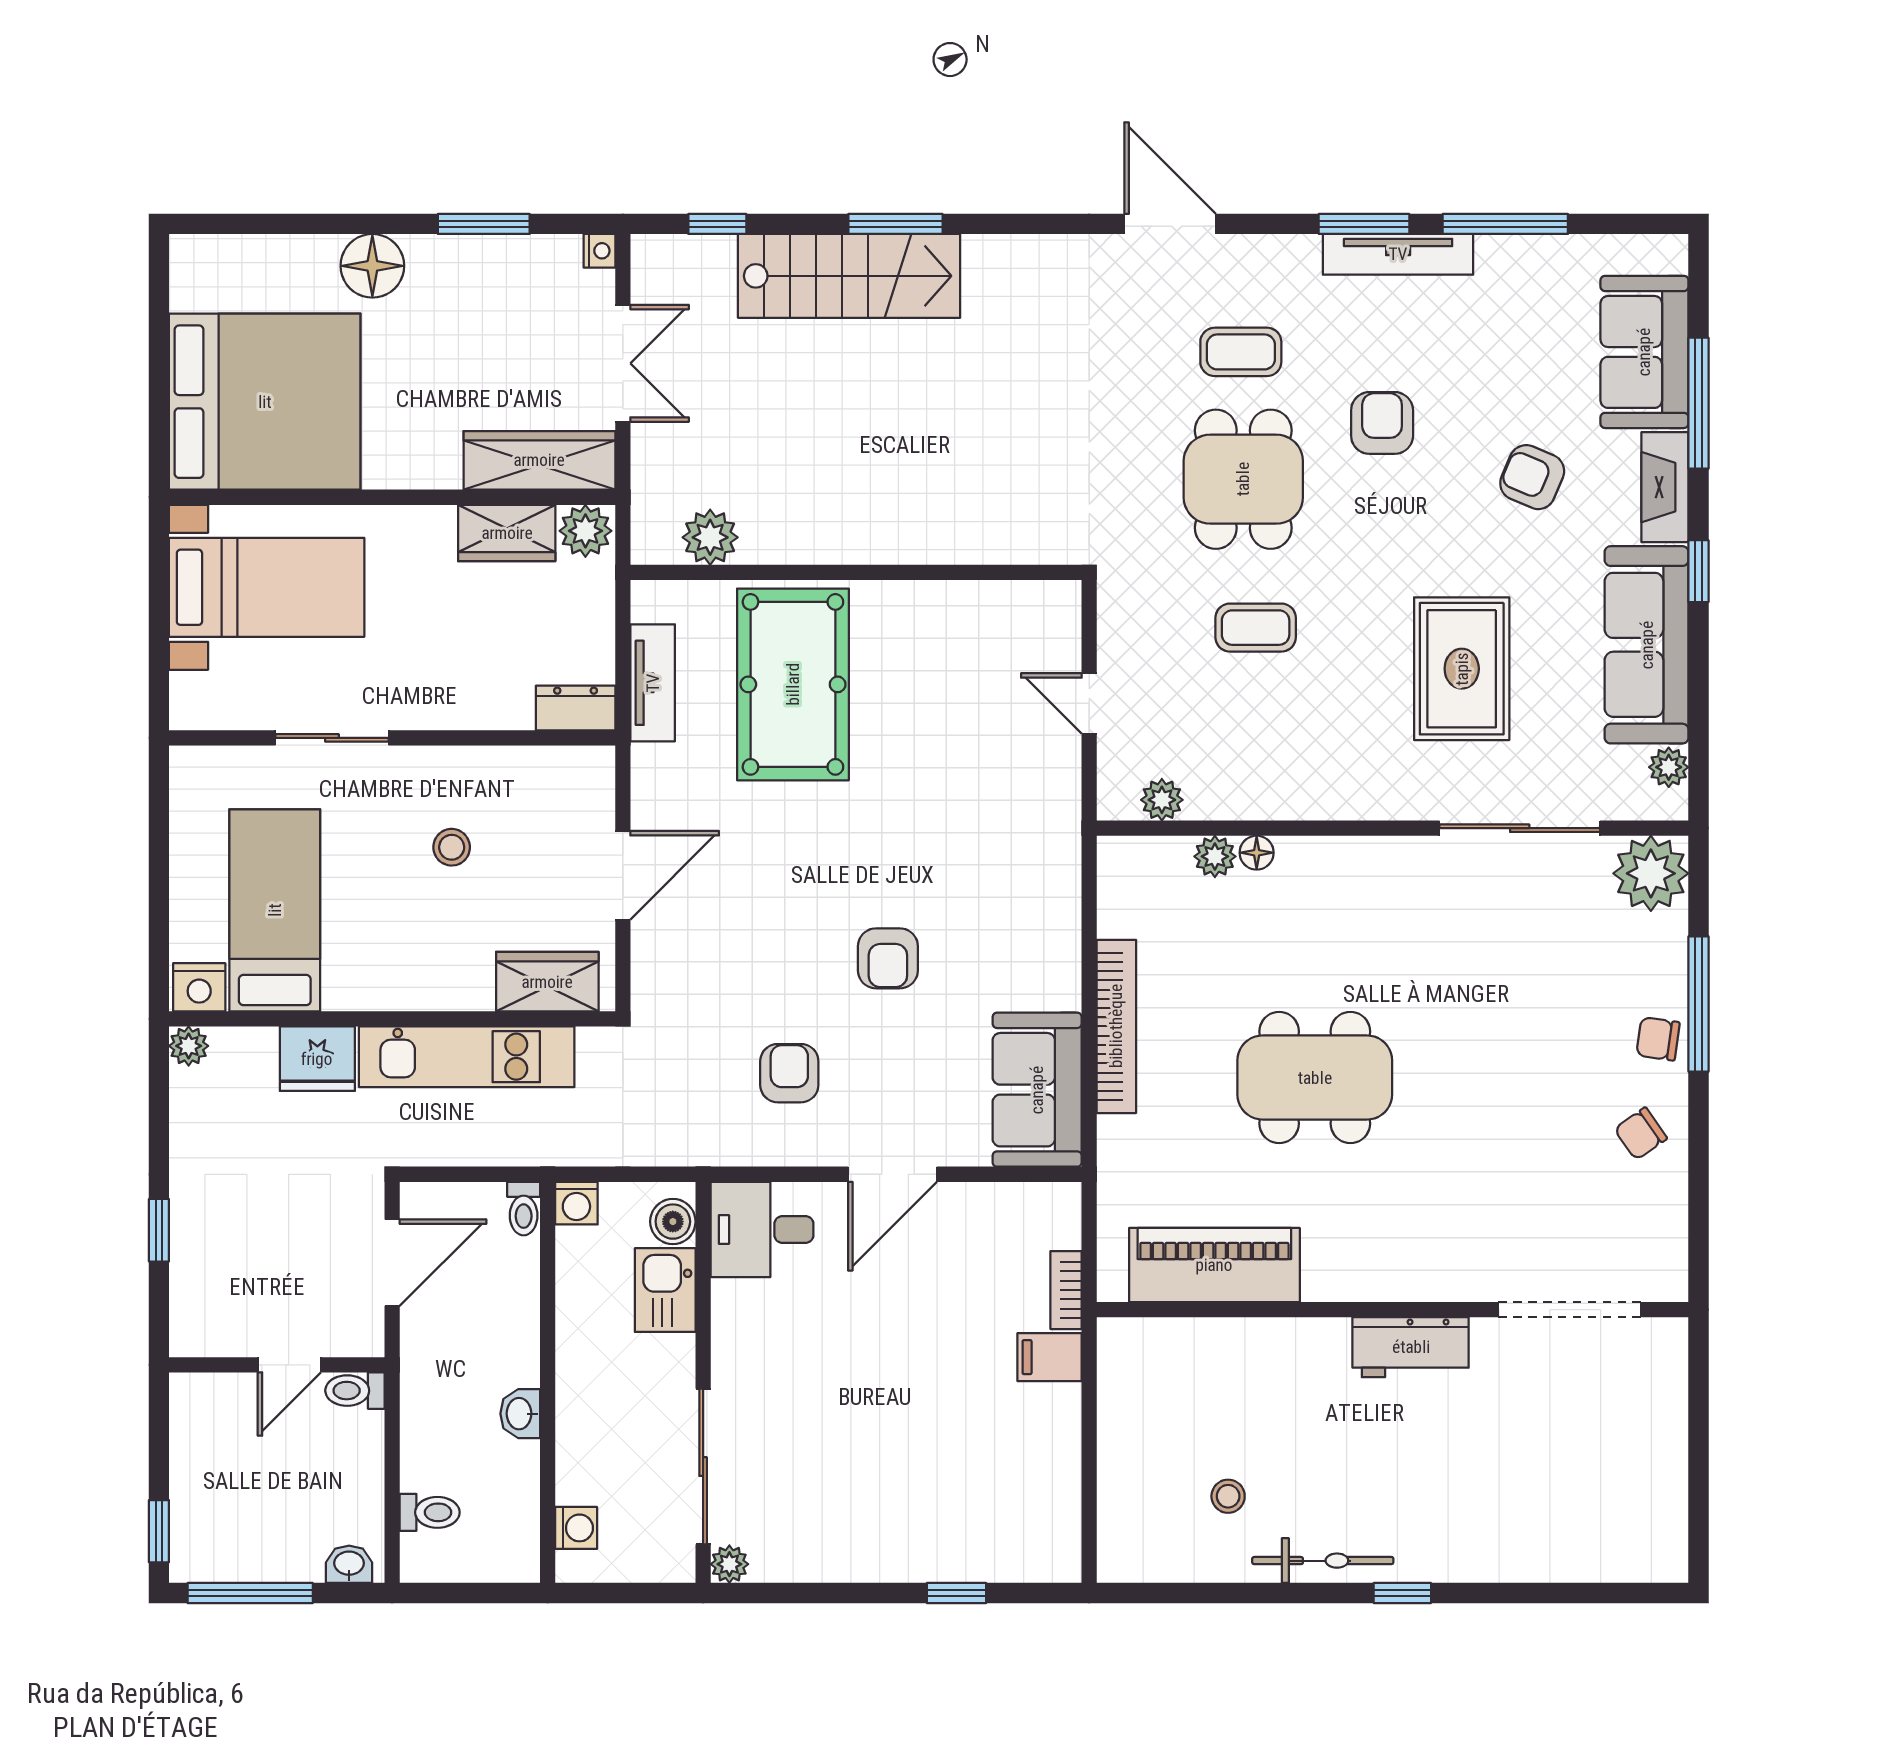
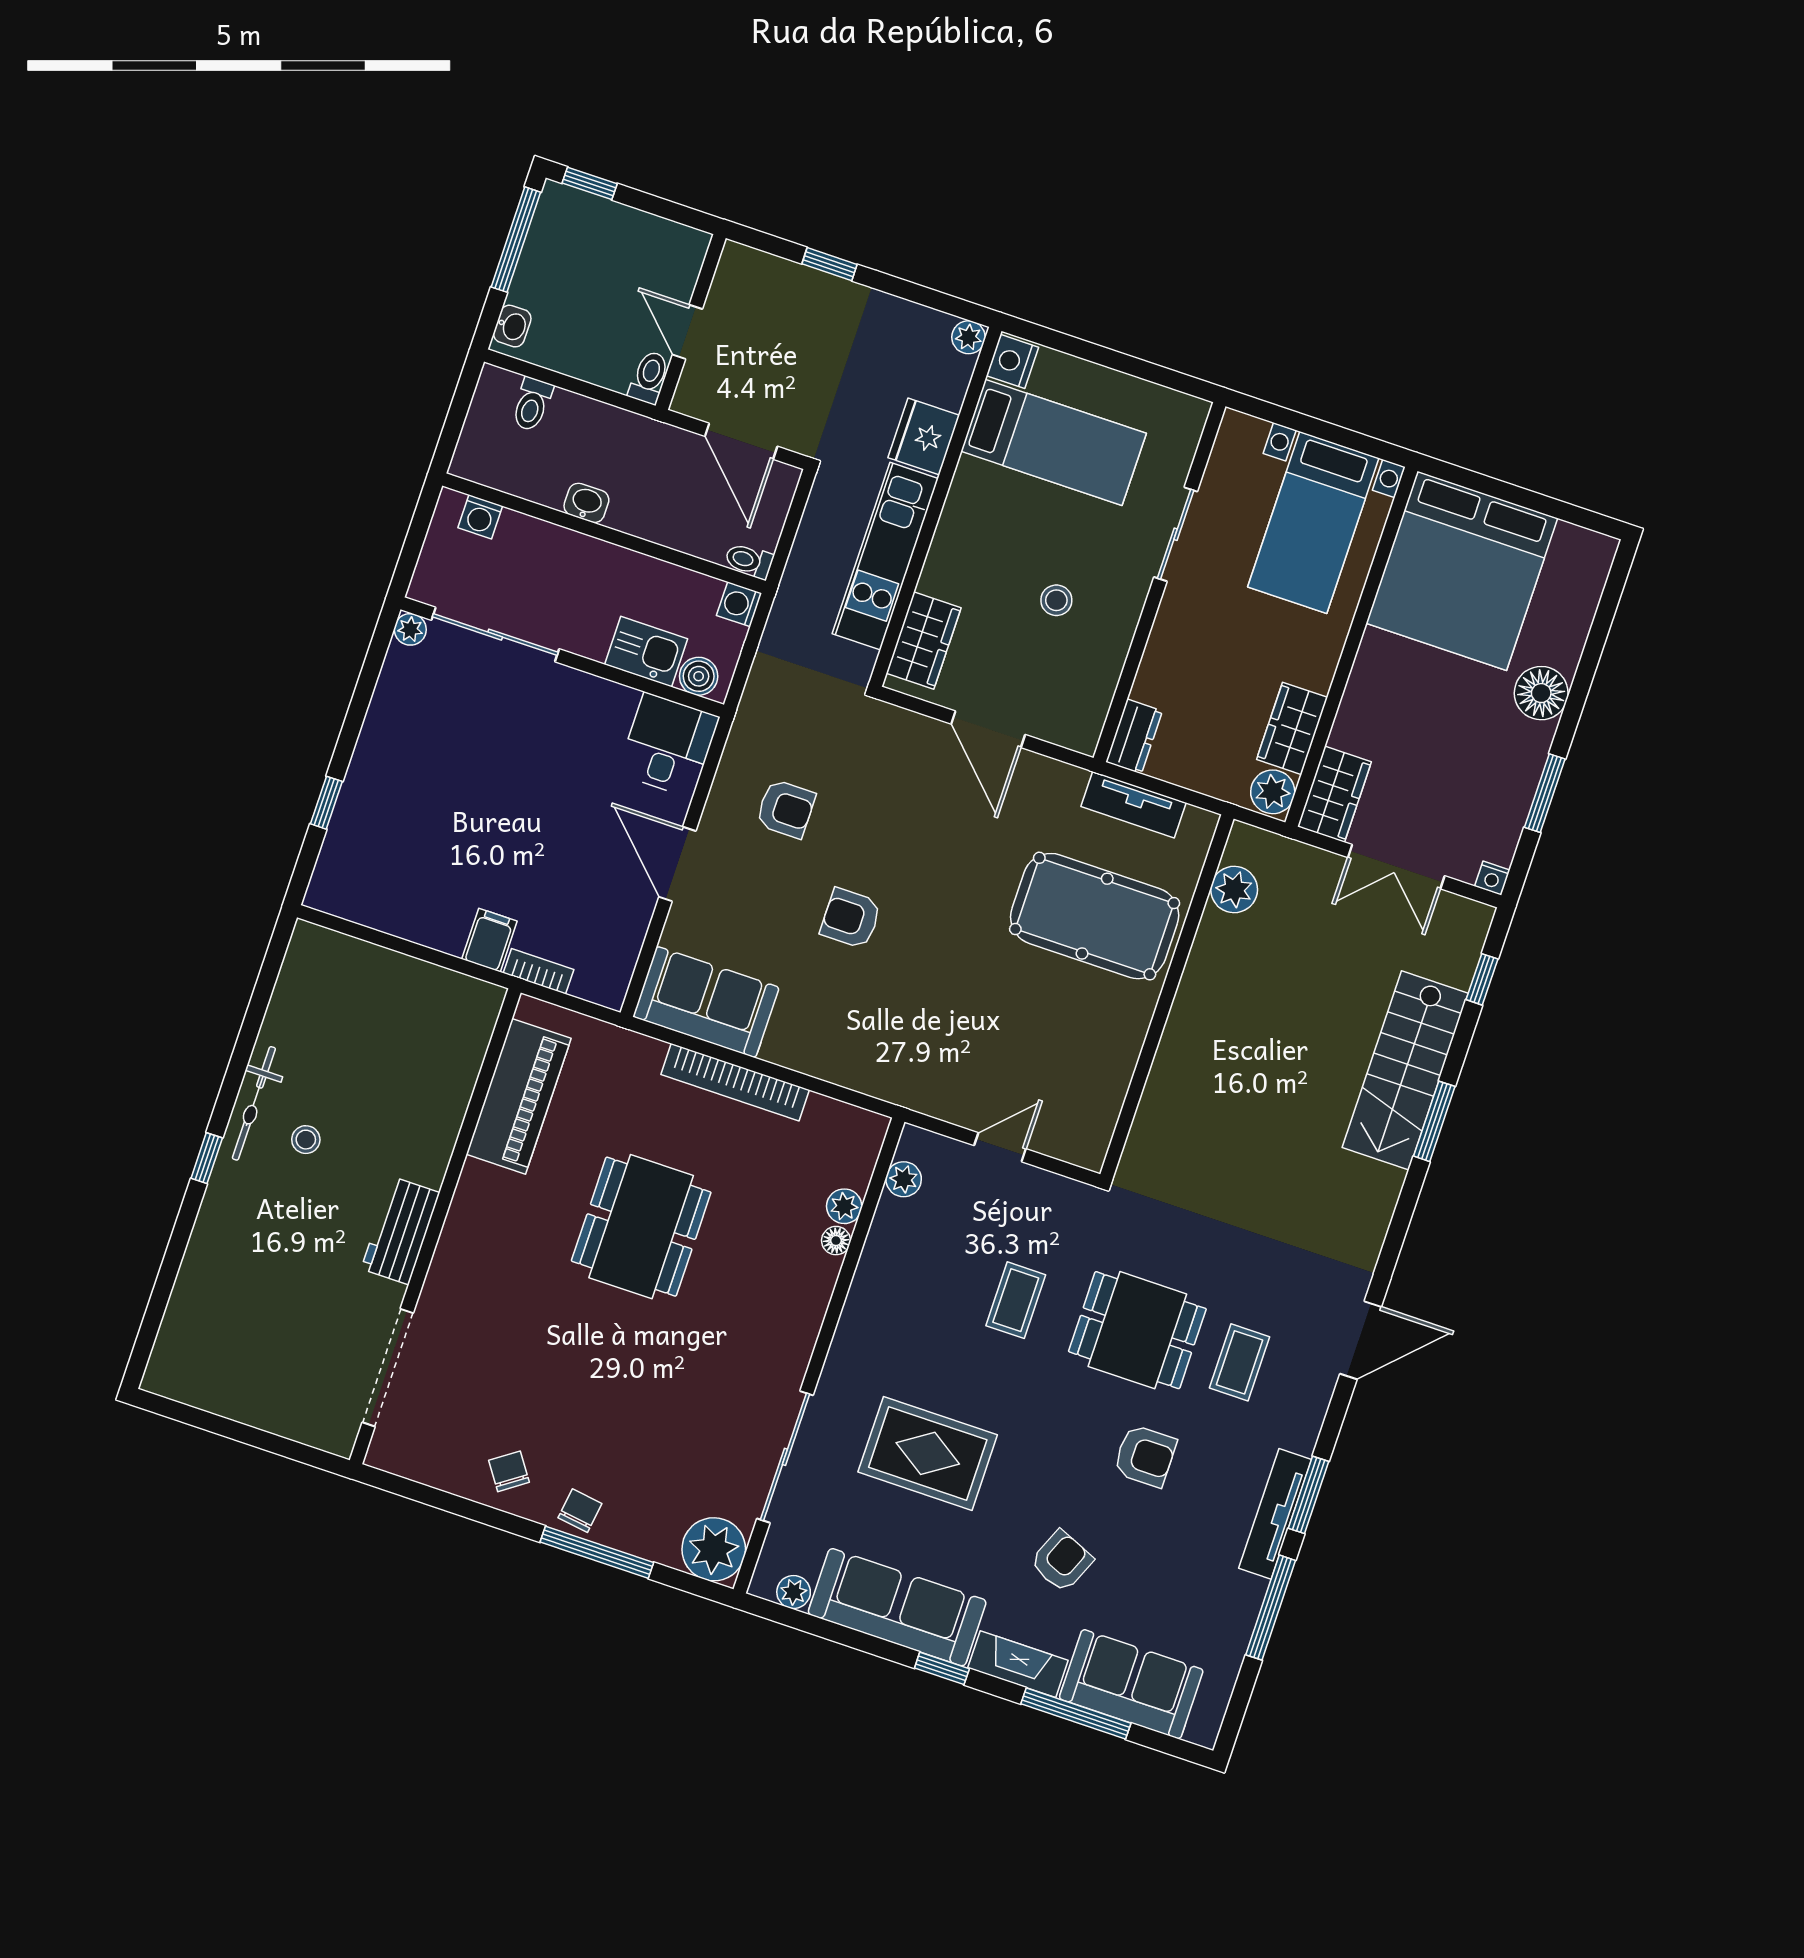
wardrobe: (539, 460) -> (1334, 794), width x0.67
stool: (1228, 1496) -> (306, 1140), moved

